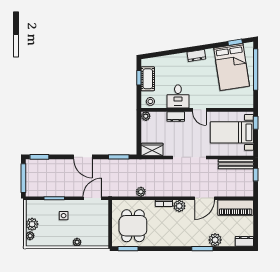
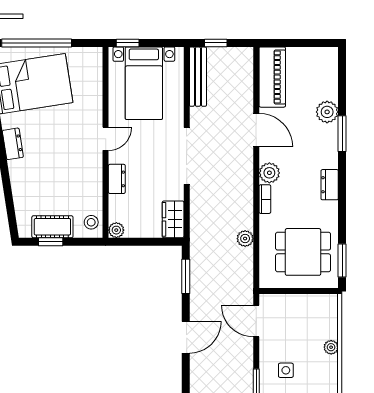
desk: (178, 96) -> (83, 175), removed
dresser: (244, 241) -> (330, 185), moved

